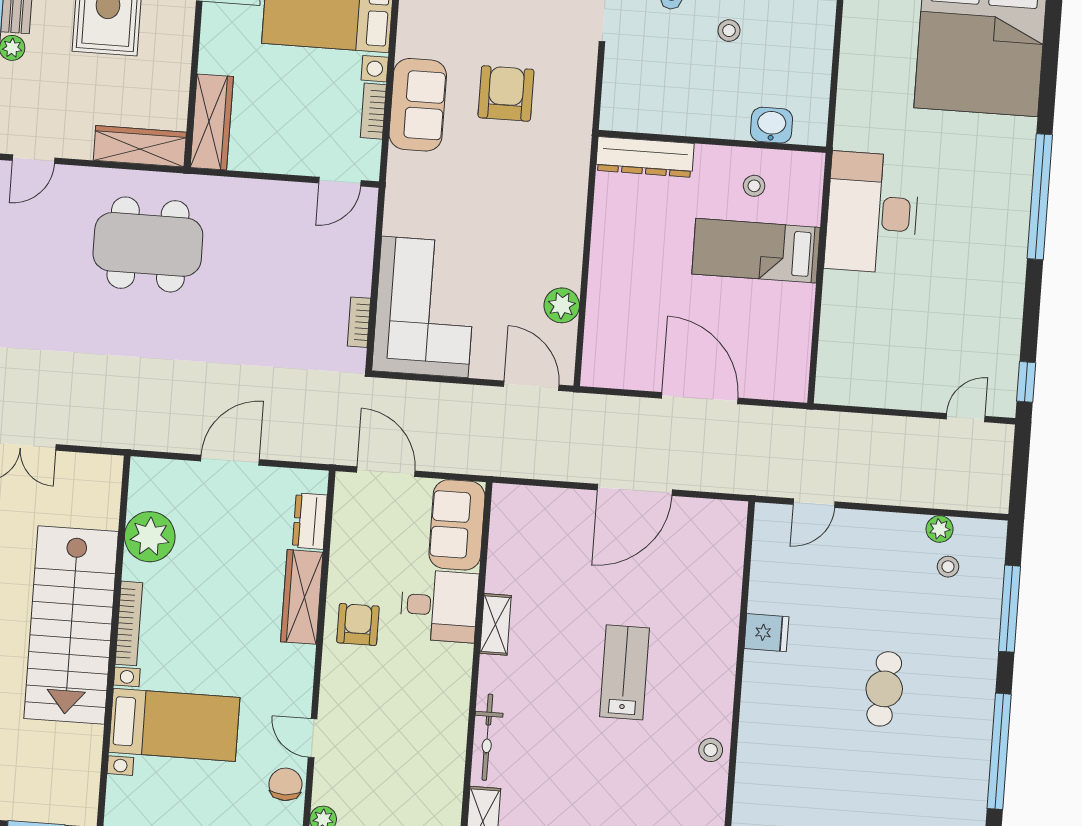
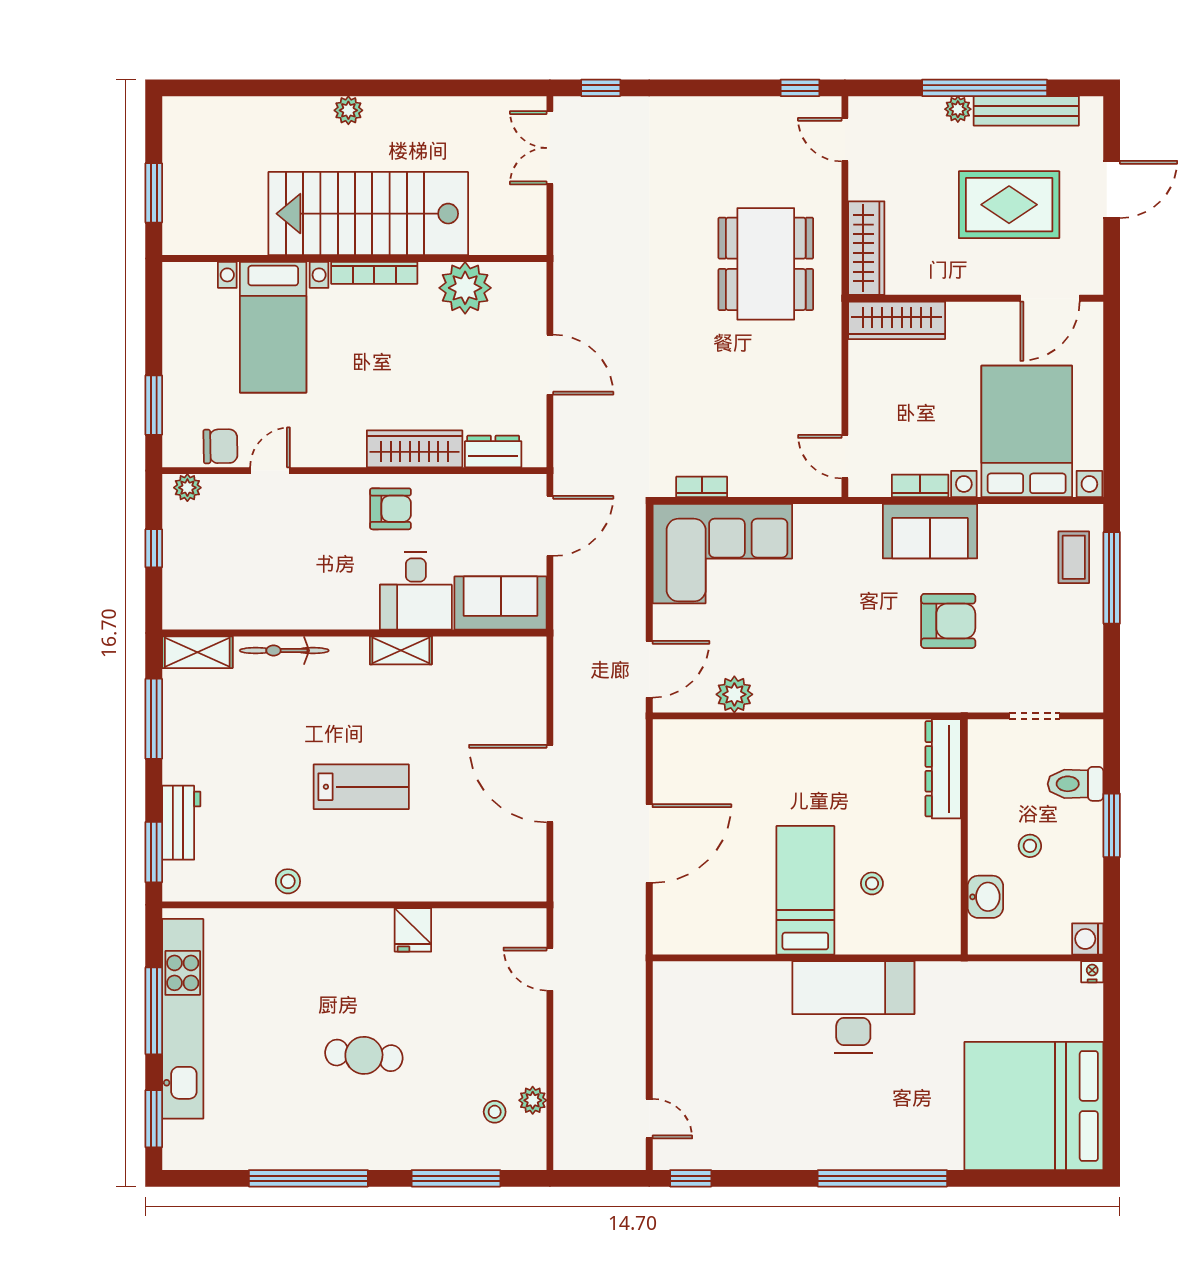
washbasin: (772, 125) -> (985, 897), moved
wall: (712, 141) -> (964, 837), moved
dresser: (645, 157) -> (943, 769), moved

